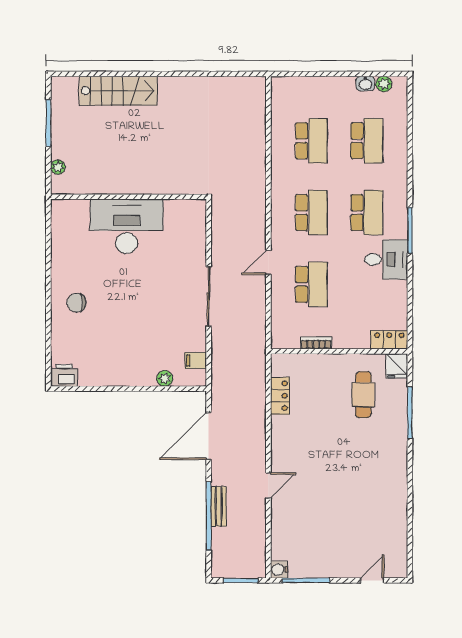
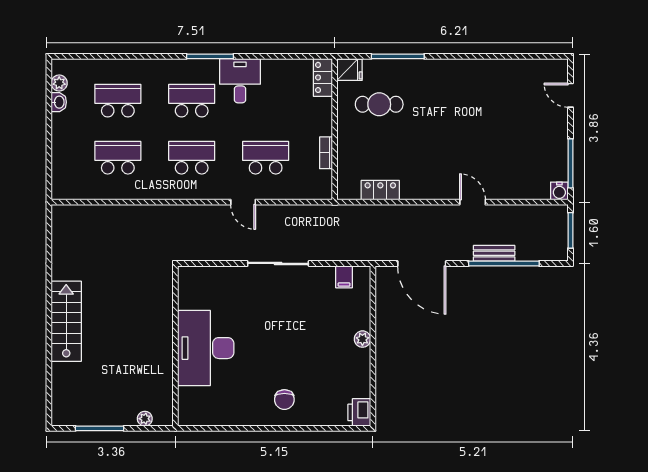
stairs: (118, 91) -> (66, 321), moved
plant: (165, 378) -> (362, 339), moved

